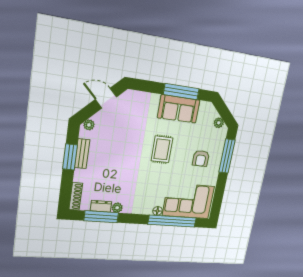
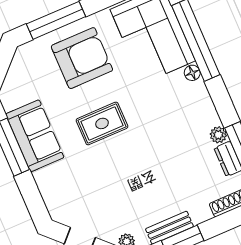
plant: (219, 123) -> (18, 66), removed
armchair: (201, 158) -> (82, 58), width x1.88, depth x1.88

